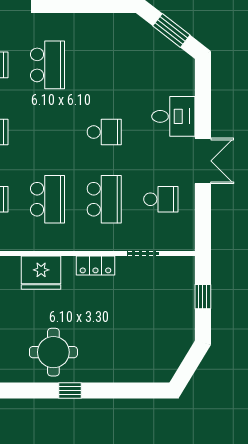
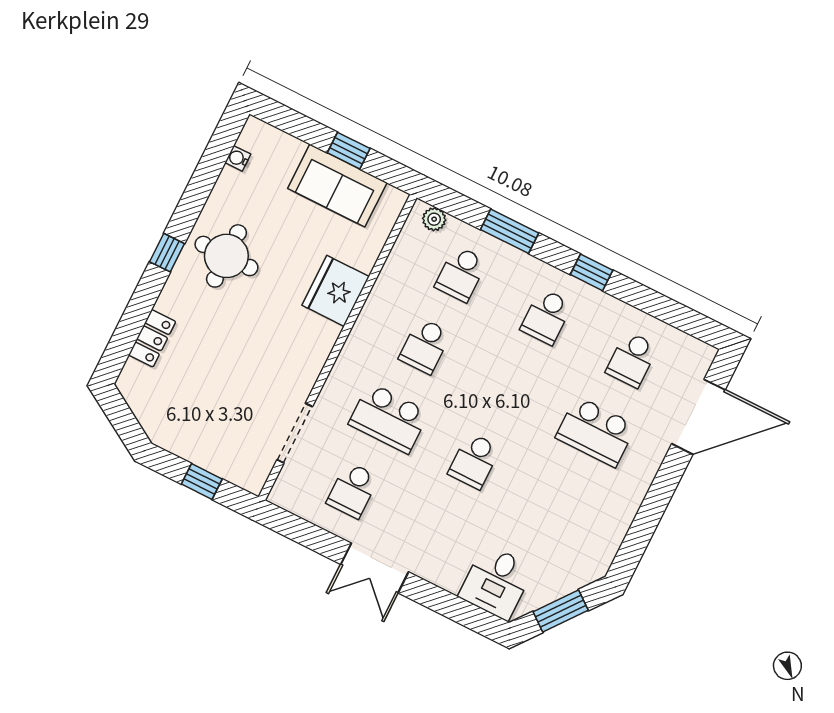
desk: (173, 116) -> (496, 582), moved
school desk: (48, 199) -> (425, 346), width x0.54
doorway: (143, 254) -> (295, 433), width x1.38
locker: (95, 266) -> (152, 338), moved, turned 180

